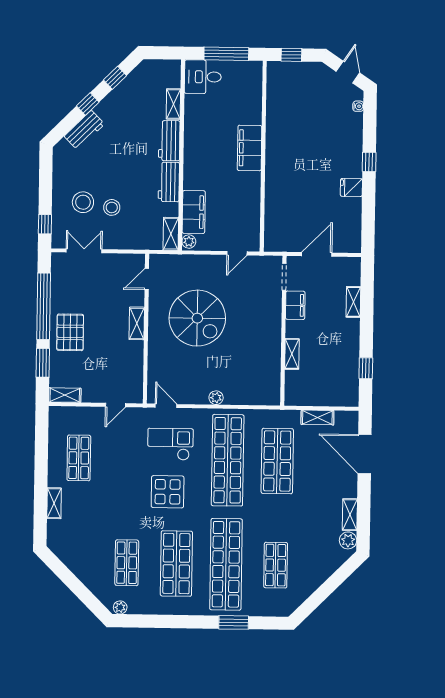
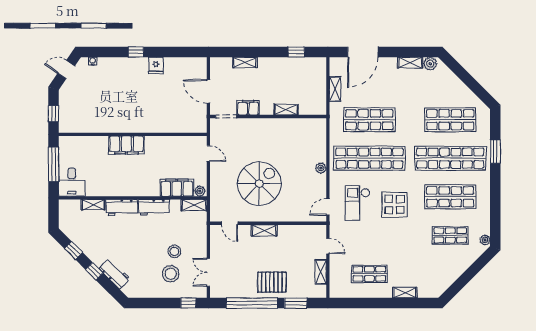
shelving: (65, 395) -> (321, 272), moved
shop shelf: (276, 565) -> (450, 120), width x1.43, depth x1.36

